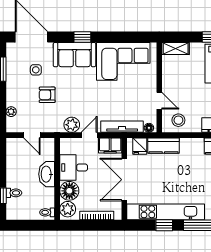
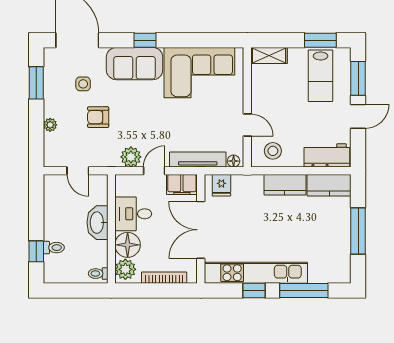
plant: (11, 112) -> (50, 125), moved
kitchen counter: (163, 146) -> (285, 185), moved

